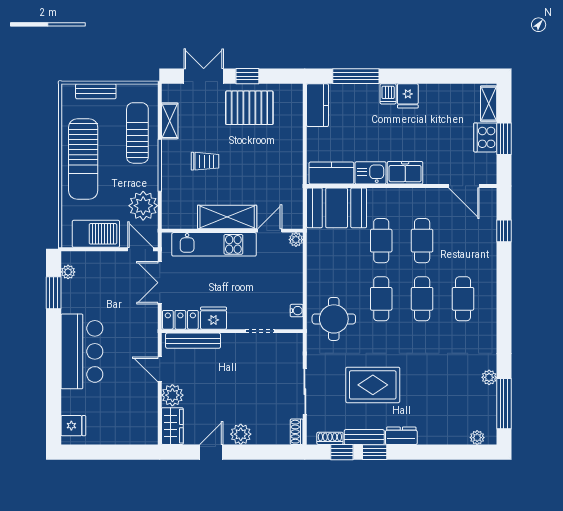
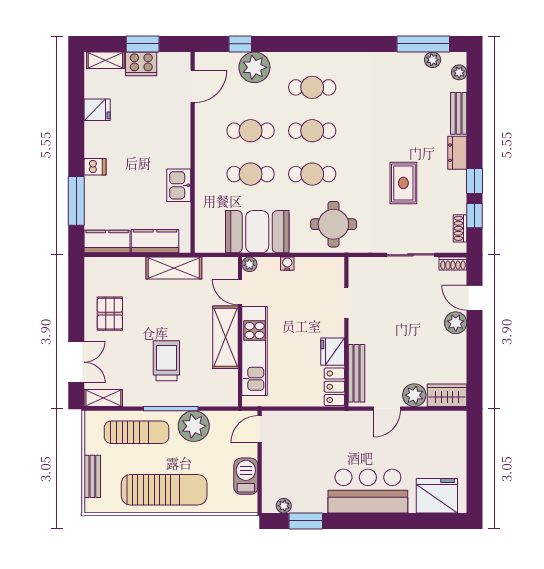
double door: (204, 76) -> (76, 362), swing flipped
window: (247, 76) -> (76, 316), removed
fridge: (408, 96) -> (97, 110), moved
pallet: (249, 108) -> (110, 314), width x0.67, depth x0.71
shelving: (170, 121) -> (103, 398), moved
sun lounger: (137, 133) -> (137, 432), turned 180
trolley: (205, 161) -> (166, 361), width x1.36, depth x1.39
shelving: (292, 168) -> (174, 268), added
kitchen counter: (331, 173) -> (155, 241), moved, turned 90
freezer: (405, 173) -> (179, 149), removed
plant: (143, 206) -> (194, 426), moved
booth: (337, 208) -> (257, 232), moved, turned 90
barbecue: (96, 234) -> (246, 476), width x0.73, depth x0.83
plant: (482, 244) -> (254, 67), added
double door: (160, 283) -> (295, 409), removed
water cooler: (297, 311) -> (287, 264), moved
plant: (489, 377) -> (433, 60), moved
rug: (373, 385) -> (403, 183), width x0.73, depth x0.70
fridge: (73, 426) -> (437, 496), width x1.88, depth x1.34
bench: (364, 437) -> (459, 113), moved
door: (211, 452) -> (475, 298), moved

